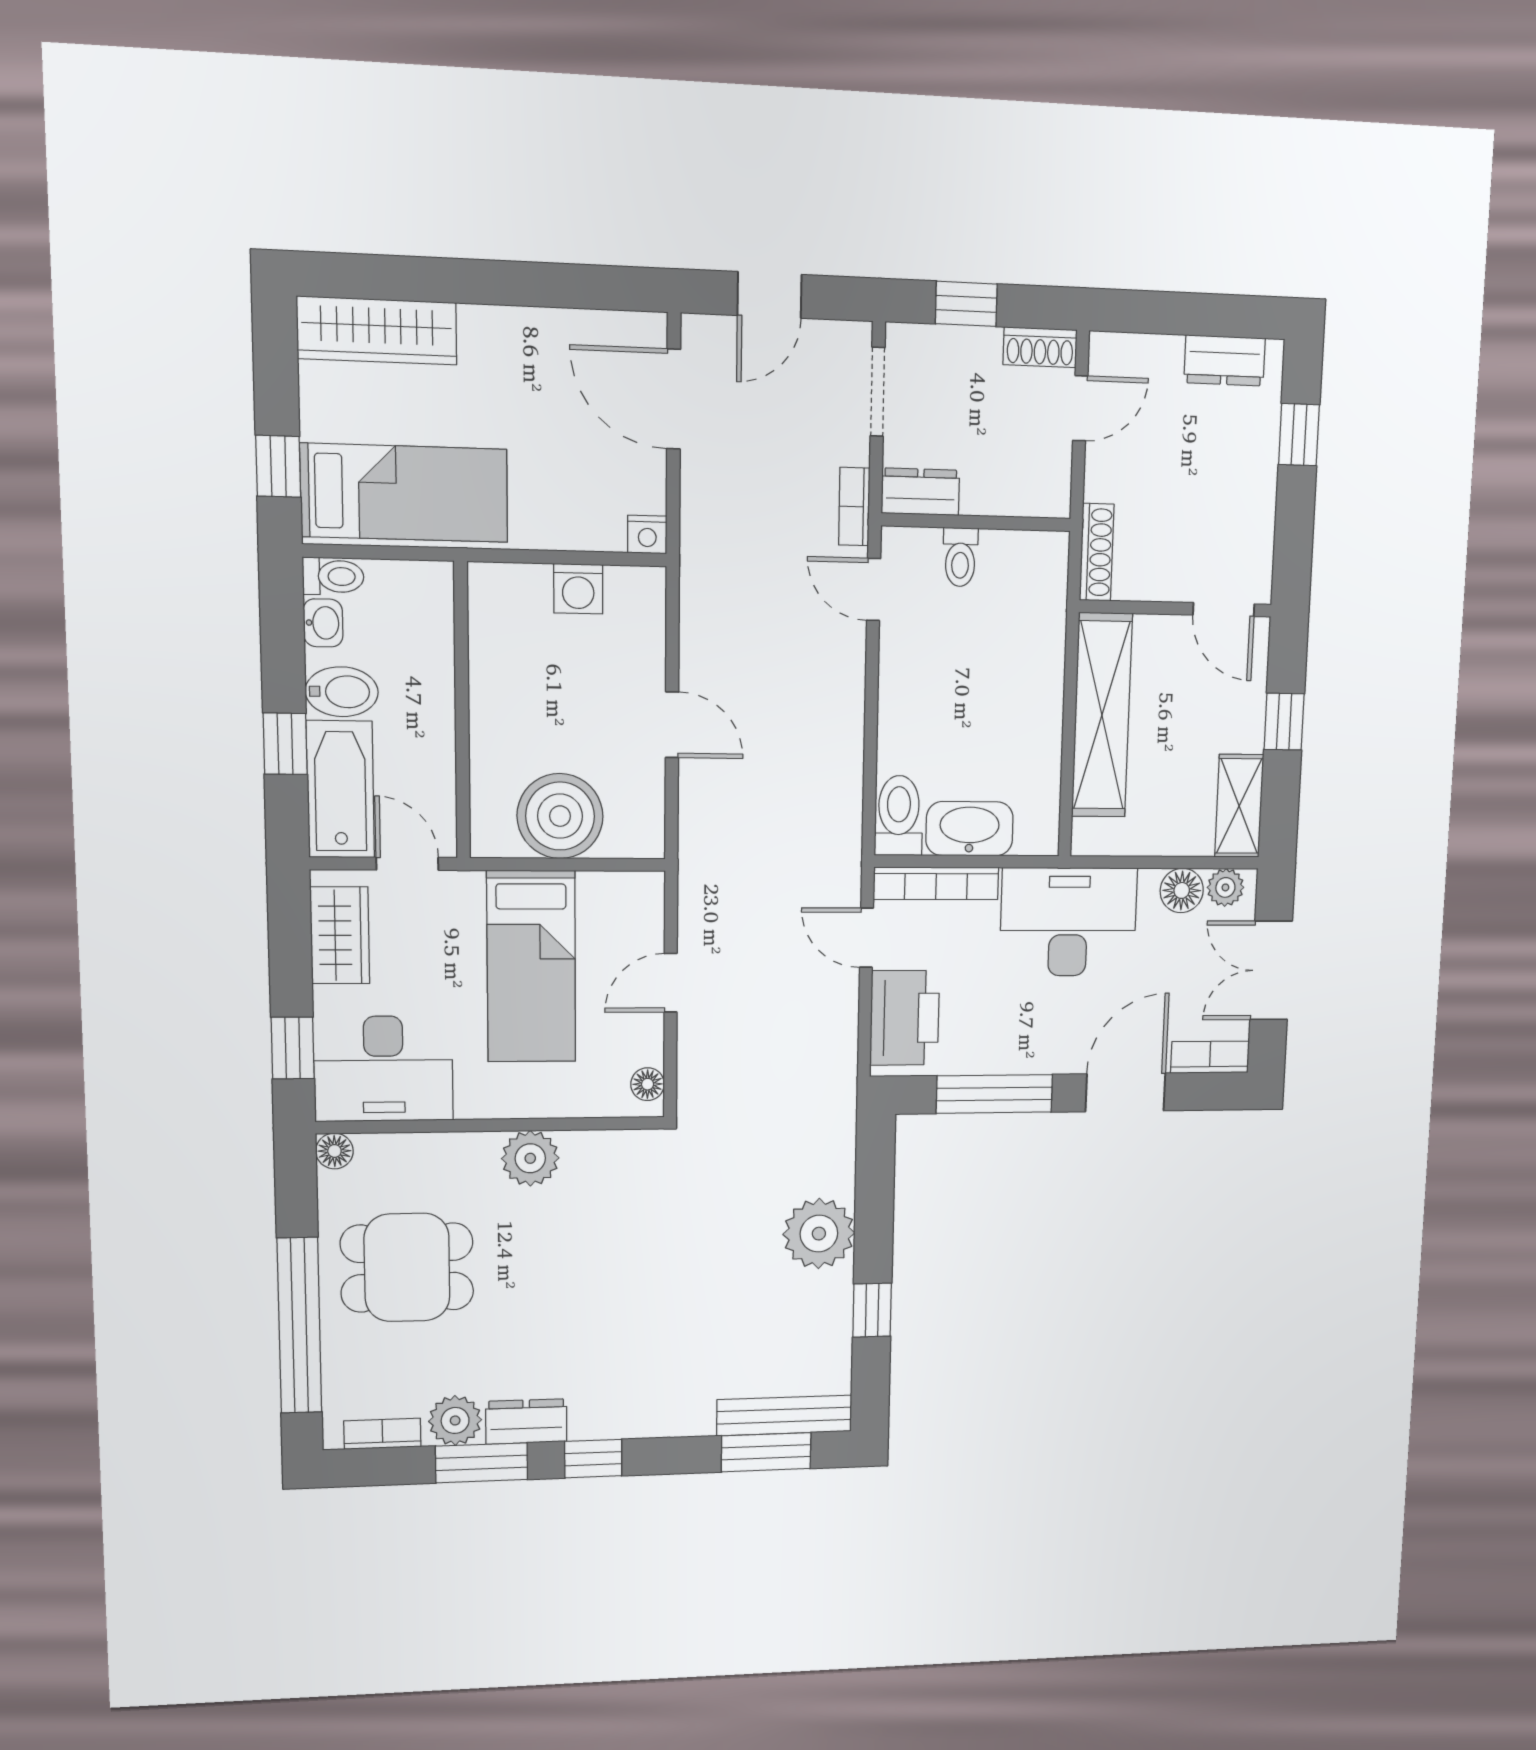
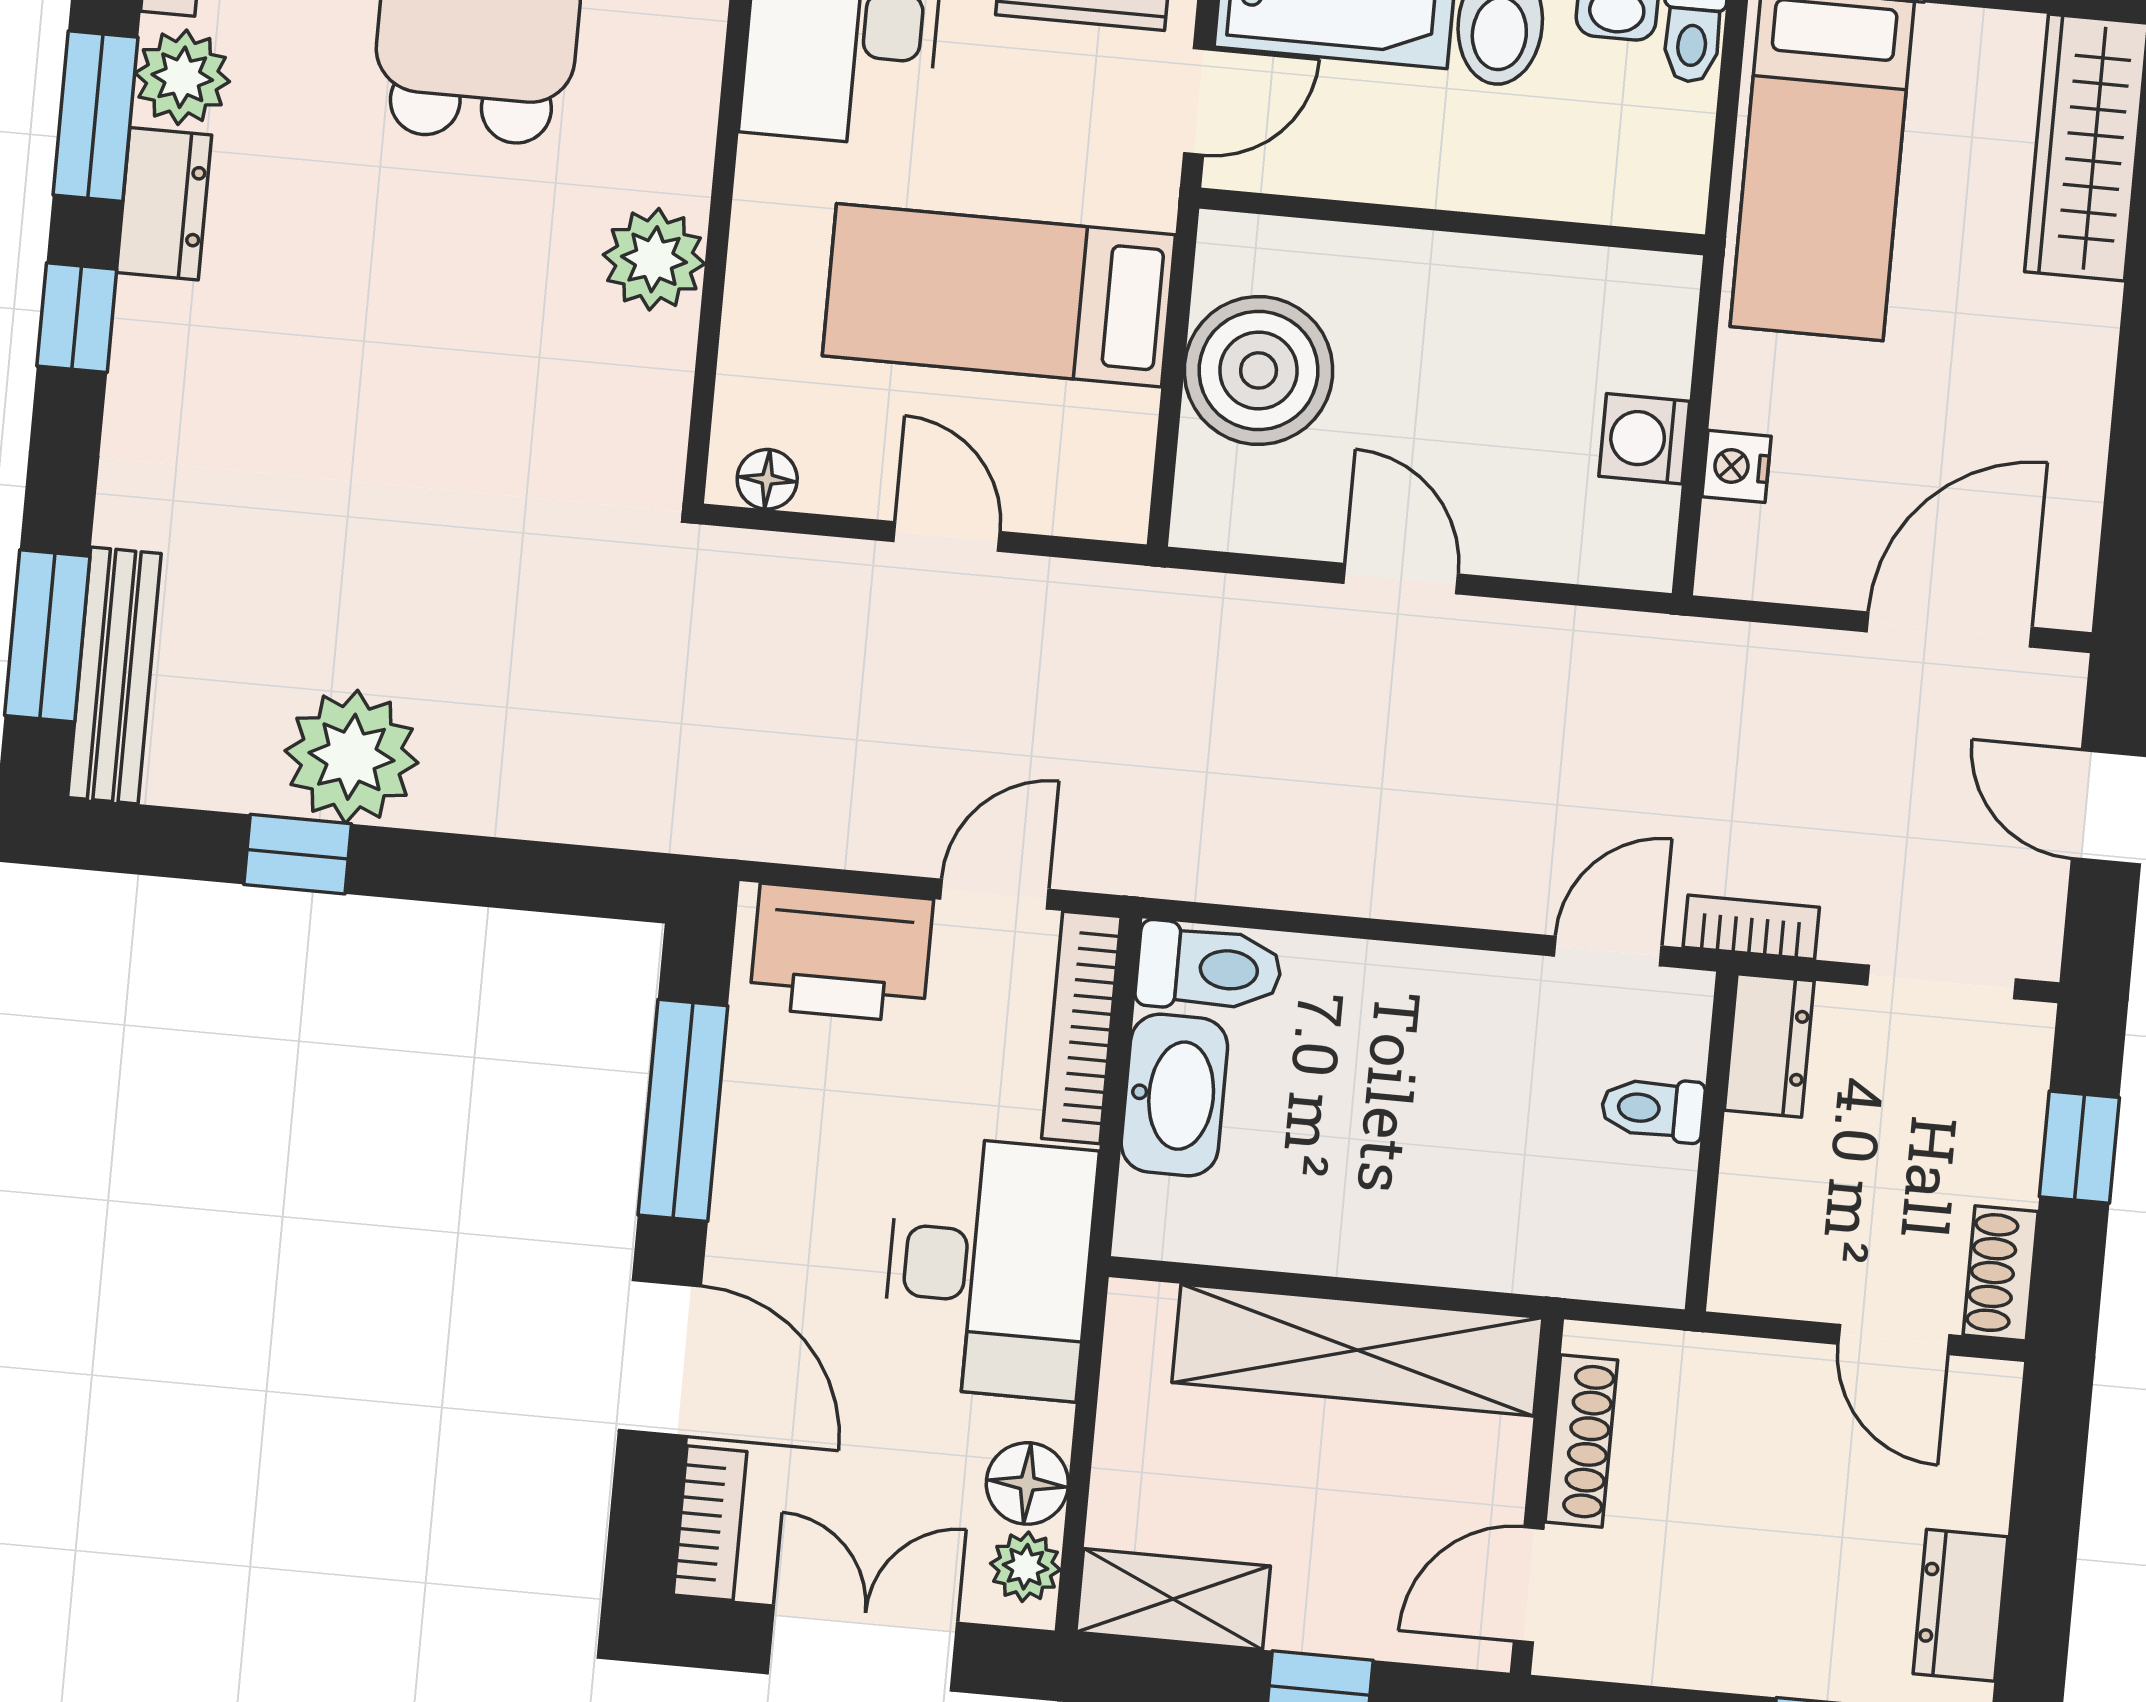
nightstand: (647, 534) -> (1736, 466), moved
shoe rack: (1097, 552) -> (1581, 1441), moved, turned -90
door: (672, 725) -> (1401, 579), swing flipped
plant: (819, 1234) -> (352, 757), moved

